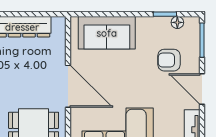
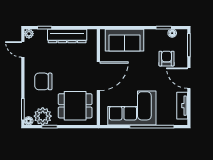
armchair: (169, 60) -> (167, 59), turned 90
door: (68, 86) -> (98, 76), hinge flipped

